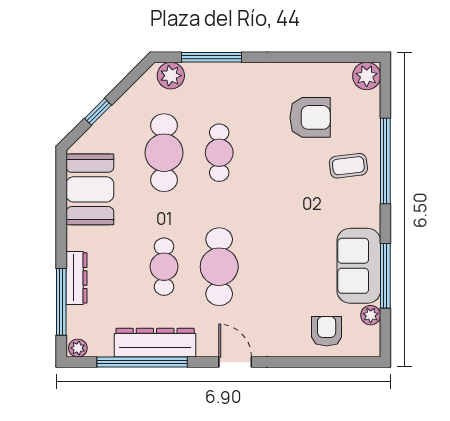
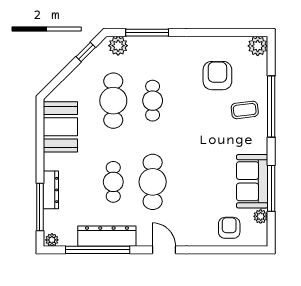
window: (98, 112) -> (86, 52), moved
armchair: (310, 117) -> (217, 76), turned -90

